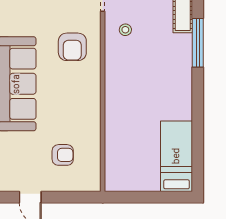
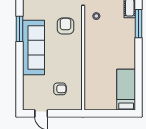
armchair: (72, 47) -> (65, 26), turned 180

